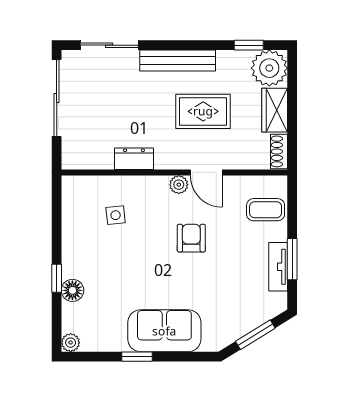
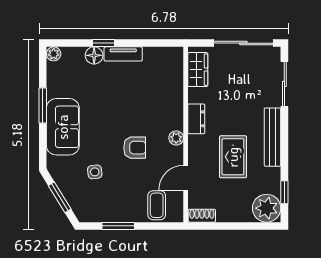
wardrobe: (275, 110) -> (198, 70), moved, turned 90
dresser: (134, 159) -> (196, 119), moved
door: (206, 172) -> (186, 178), moved
side table: (116, 215) -> (95, 172), moved
tv unit: (278, 267) -> (123, 54), moved, turned 180
window: (137, 357) -> (43, 105), width x1.50

